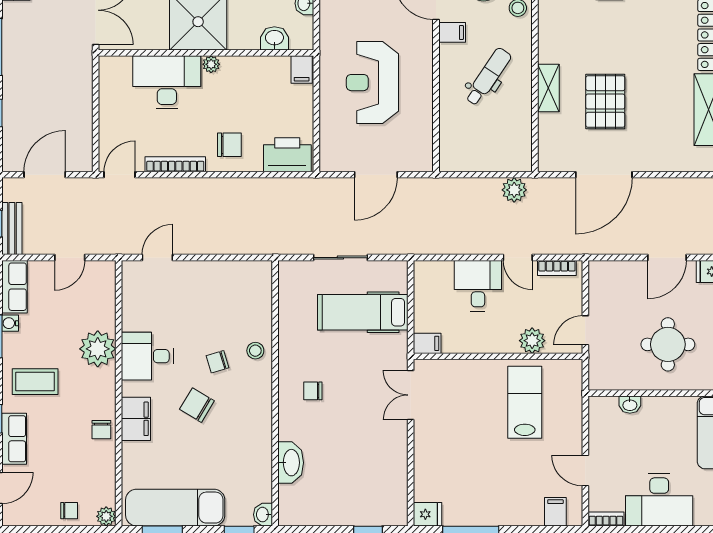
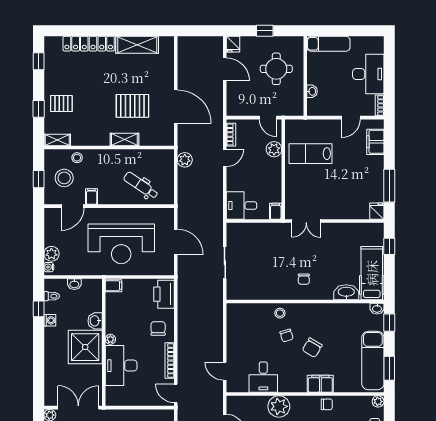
washbasin: (274, 38) -> (95, 321), moved
dental chair: (488, 77) -> (141, 185), moved
reception desk: (372, 83) -> (121, 244), width x1.36, depth x1.30
desk: (478, 286) -> (241, 206), moved
hospital bed: (363, 312) -> (372, 273), moved, turned 180
desk: (147, 356) -> (263, 377), moved
filing cabinet: (555, 512) -> (375, 142), width x2.00

